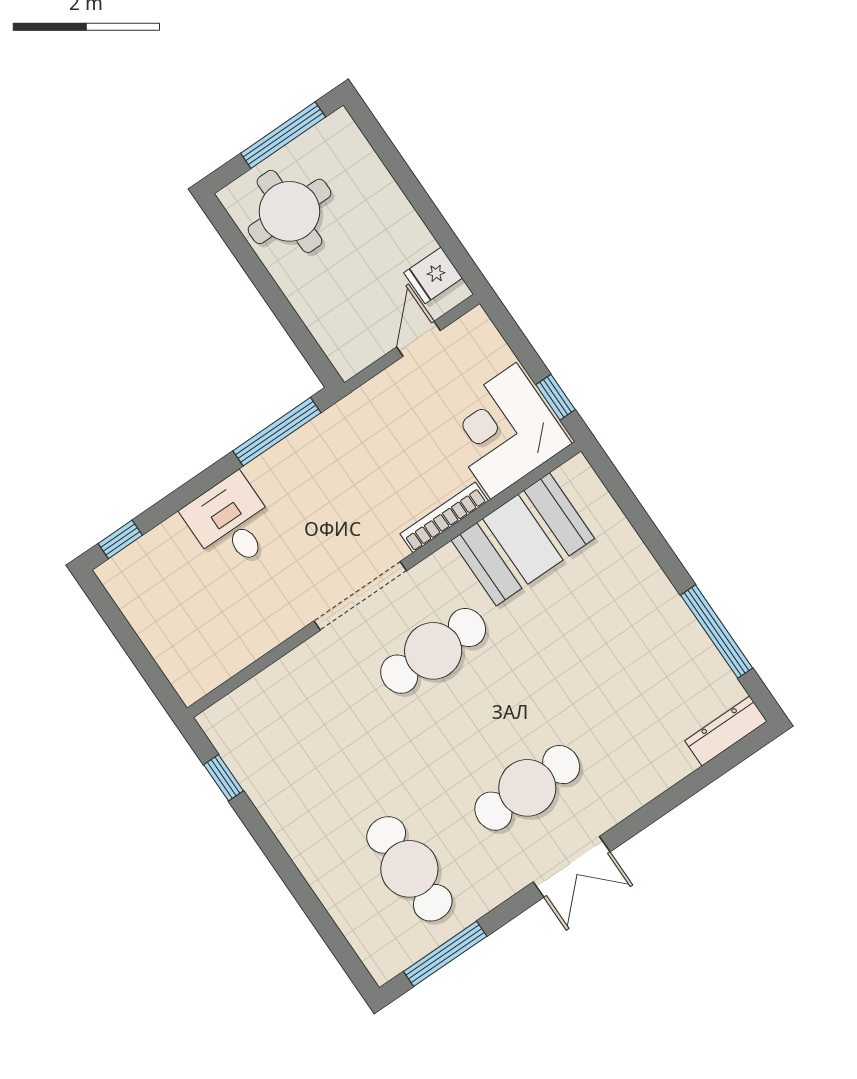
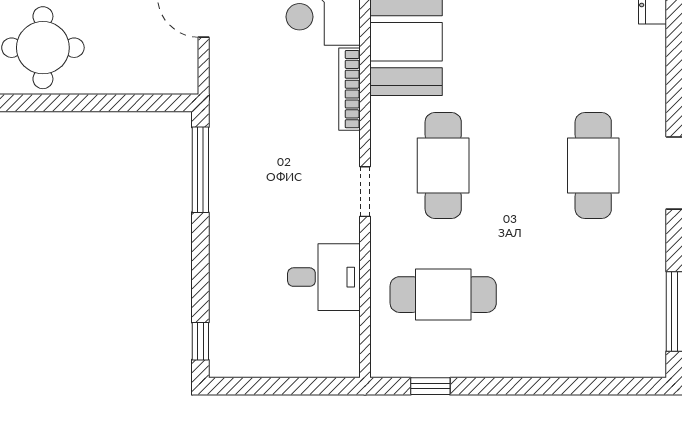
desk: (231, 523) -> (324, 277), moved, turned 180
doorway: (360, 596) -> (365, 192), width x0.53
cafe table: (409, 869) -> (443, 295), moved

